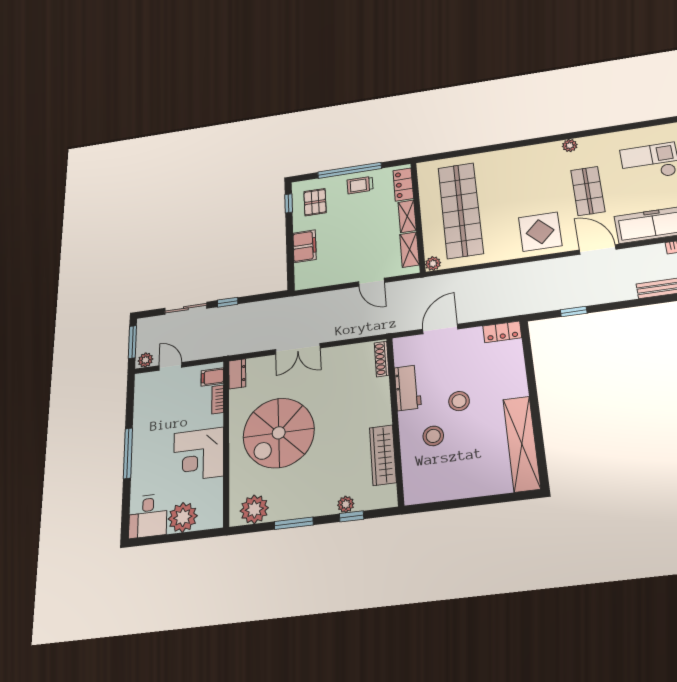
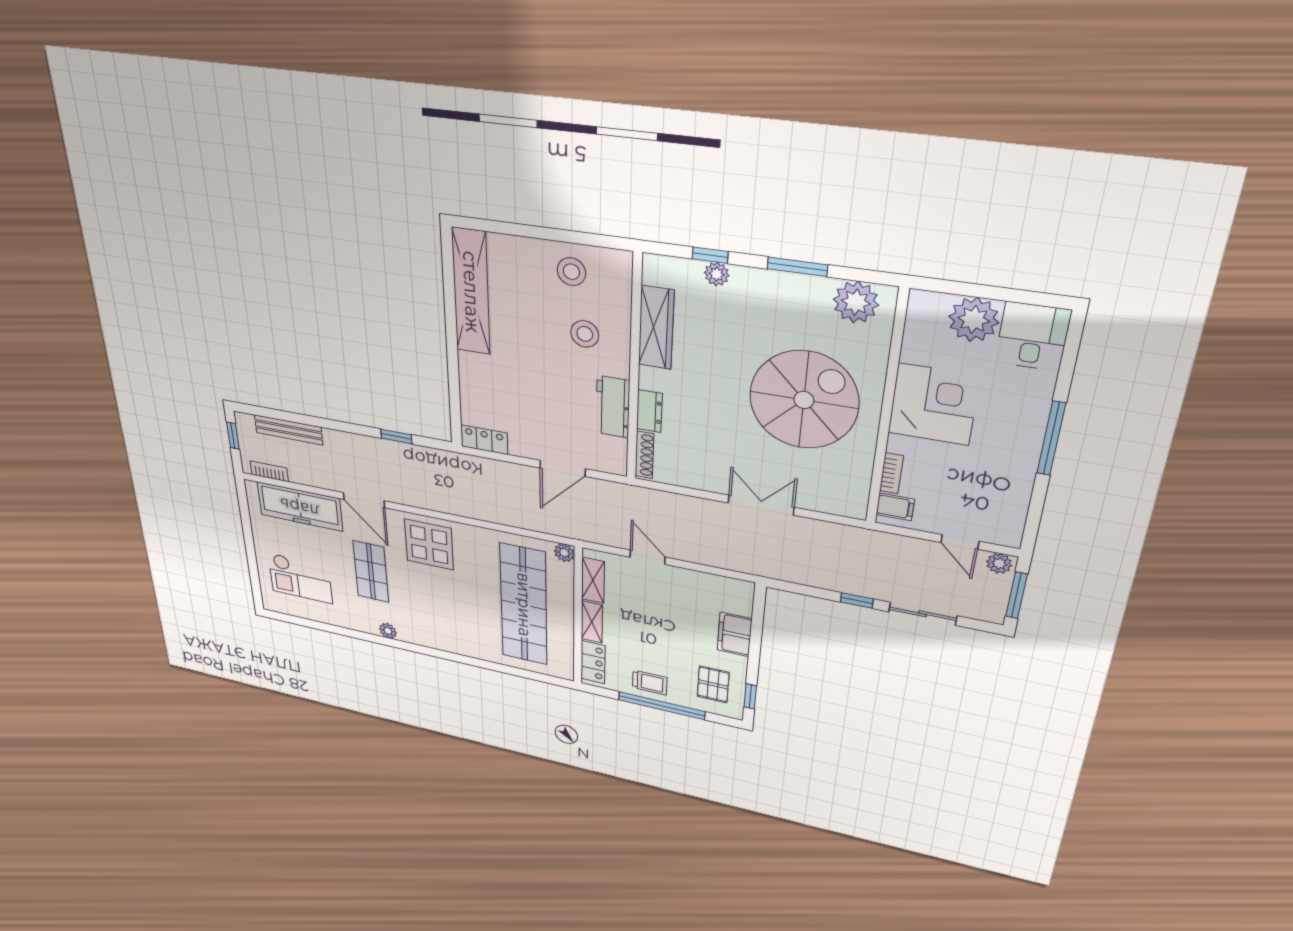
dresser: (237, 374) -> (649, 411), moved, turned 180
stool: (459, 401) -> (571, 272), moved

